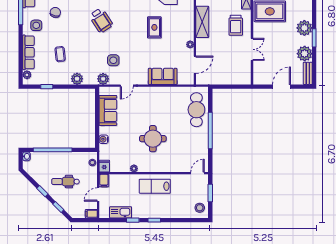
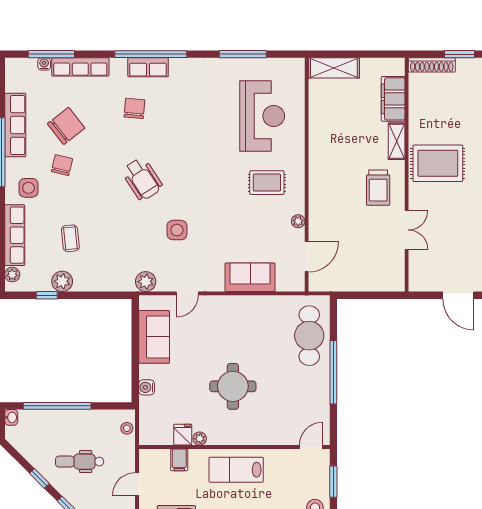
shelving: (202, 22) -> (319, 182), removed
rug: (154, 27) -> (267, 183), moved, turned 90
side table: (113, 60) -> (177, 230), moved
plant: (77, 79) -> (62, 281), moved
door: (282, 87) -> (458, 295), swing flipped
fridge: (104, 166) -> (183, 435), moved
filing cabinet: (104, 181) -> (179, 460), moved

